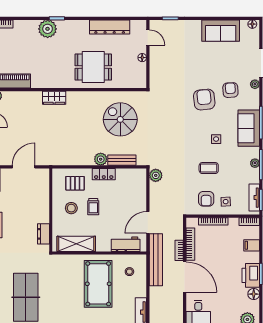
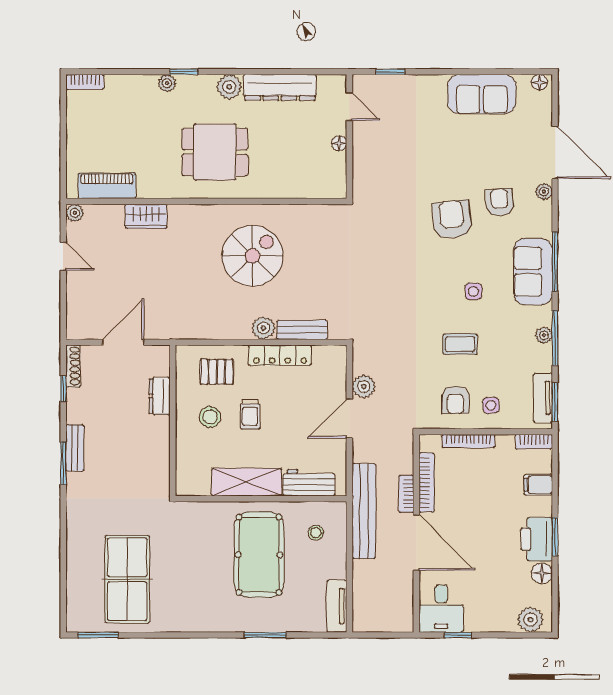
plant: (82, 27) -> (229, 87), added
plant: (48, 29) -> (167, 83), width x0.53, depth x0.53
dining table: (93, 67) -> (215, 152), moved
wardrobe: (54, 98) -> (146, 216), moved
spiral stairs: (120, 119) -> (253, 256), moved, turned 90
locker: (104, 174) -> (280, 355), width x1.53
plant: (156, 175) -> (364, 387), moved
door: (148, 222) -> (349, 419), moved
dresser: (43, 234) -> (159, 396), moved
shelving: (76, 244) -> (246, 482), moved

